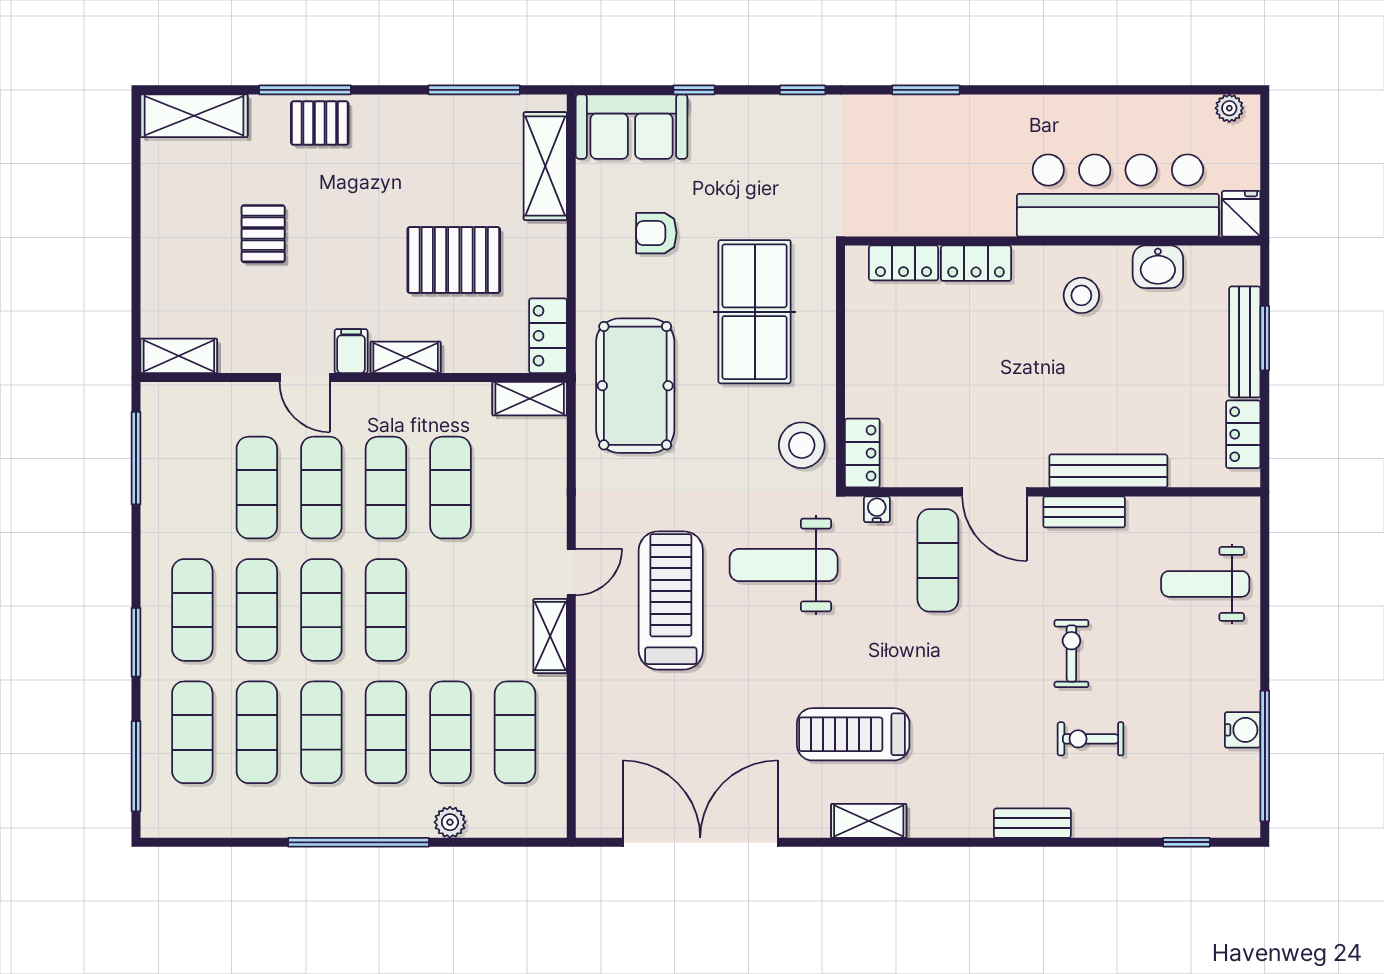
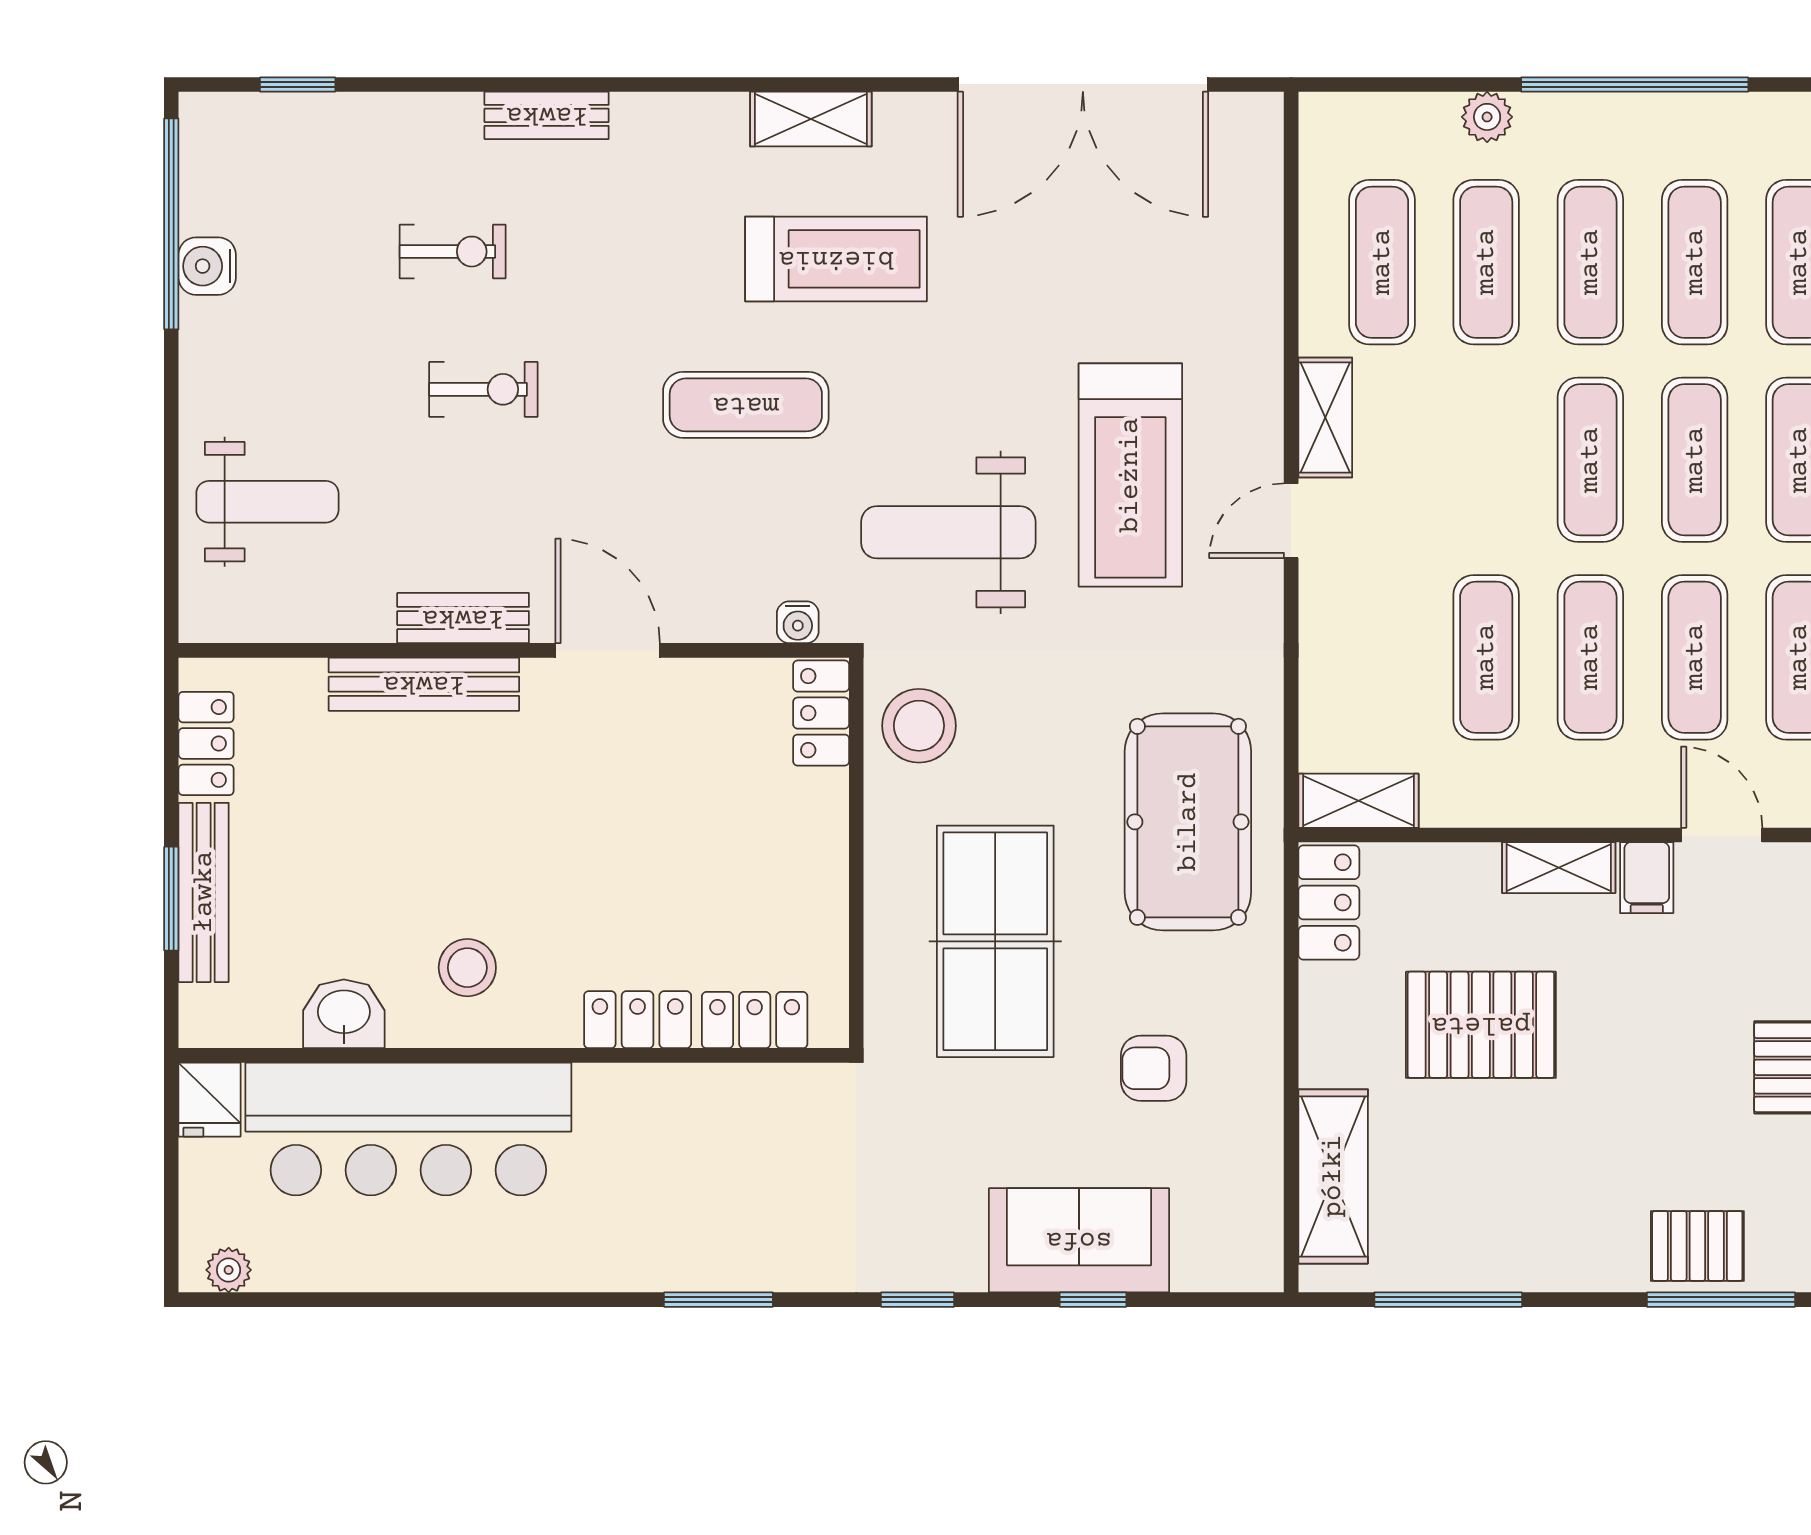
sofa: (632, 127) -> (1079, 1240), moved
armchair: (656, 233) -> (1154, 1068), turned 180
exercise mat: (938, 560) -> (746, 405), moved, turned 90
weight bench: (784, 565) -> (948, 532), turned 180
exercise bike: (1071, 654) -> (483, 389), turned -90

